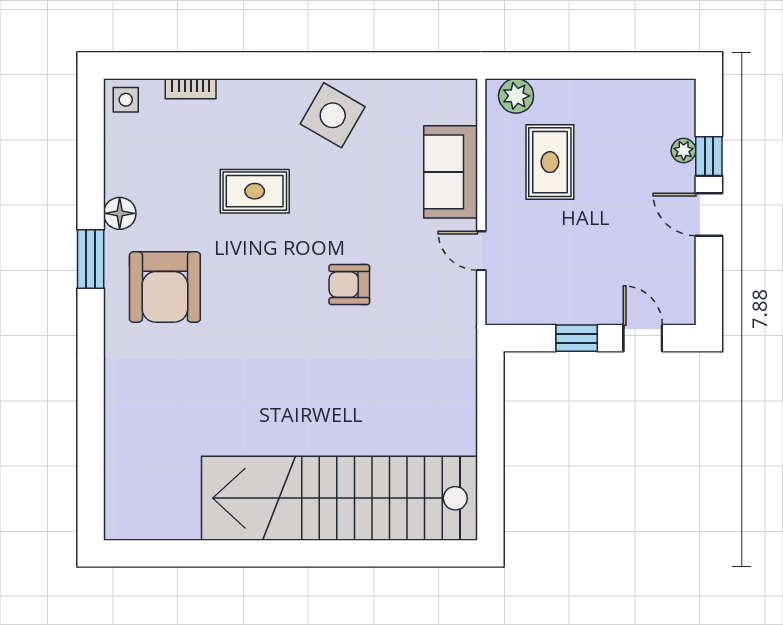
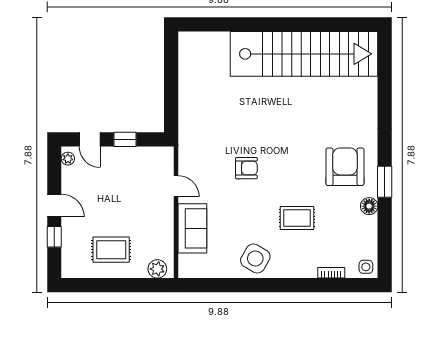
plant: (684, 151) -> (68, 159), moved
rug: (550, 162) -> (111, 250), moved, turned 90
stairs: (339, 498) -> (304, 54), moved

